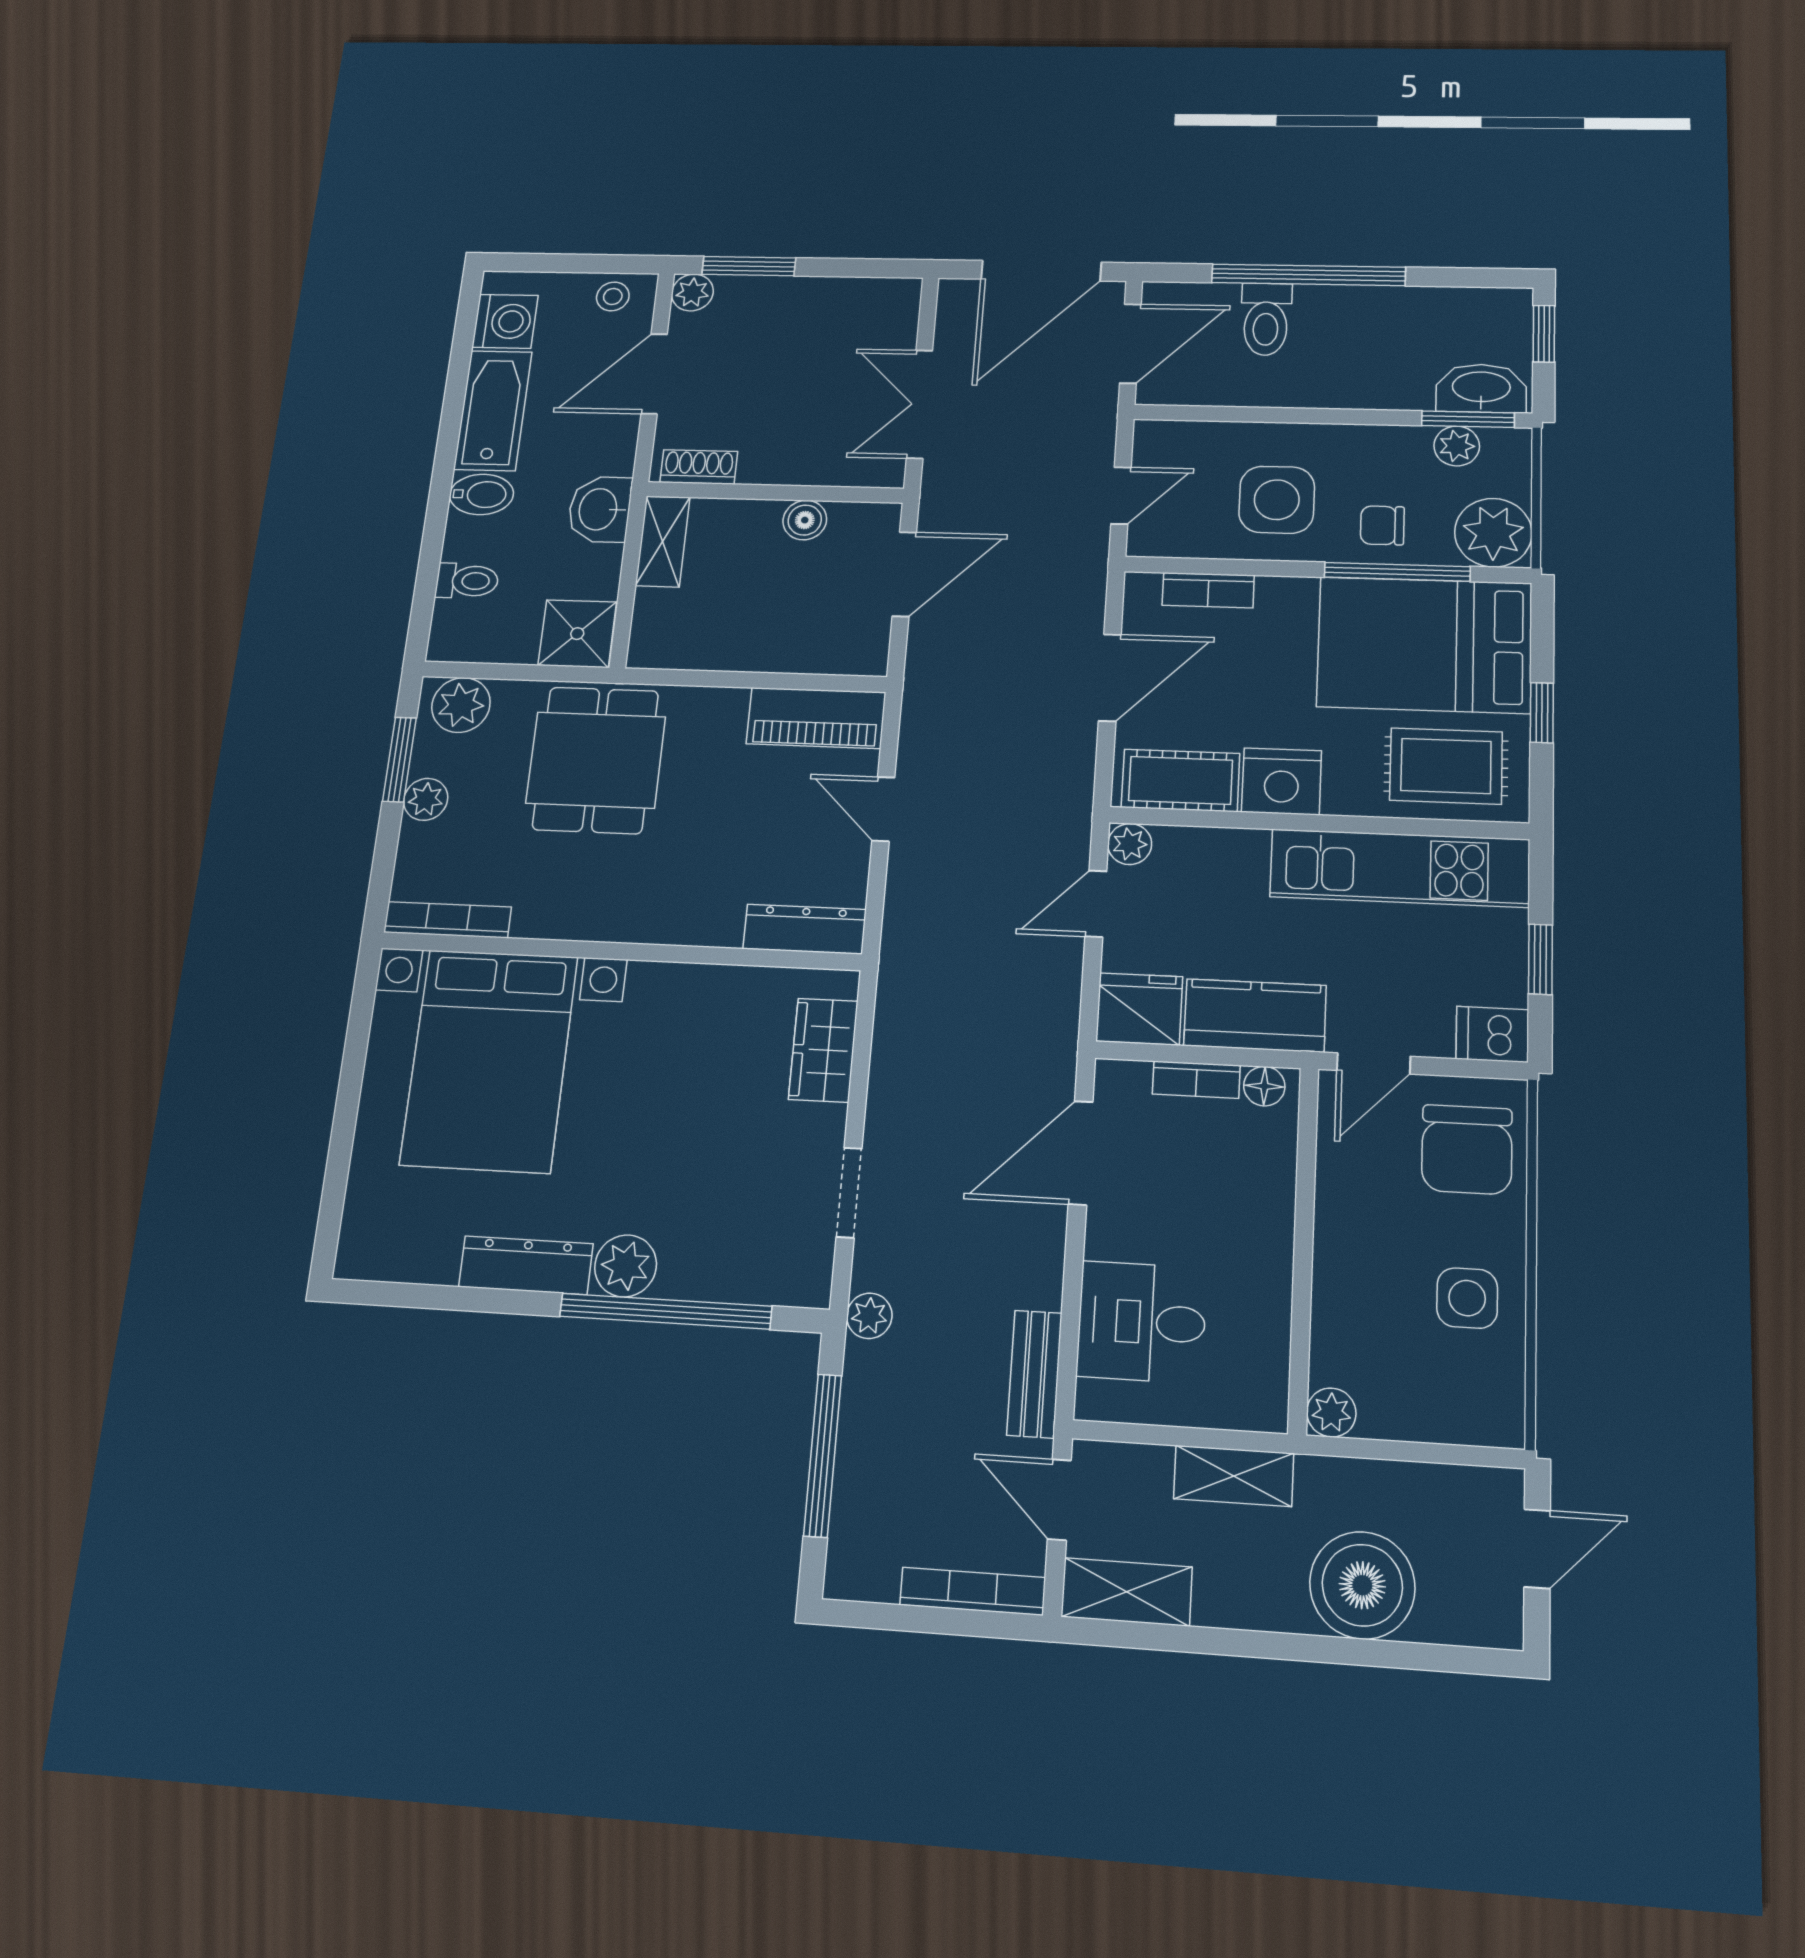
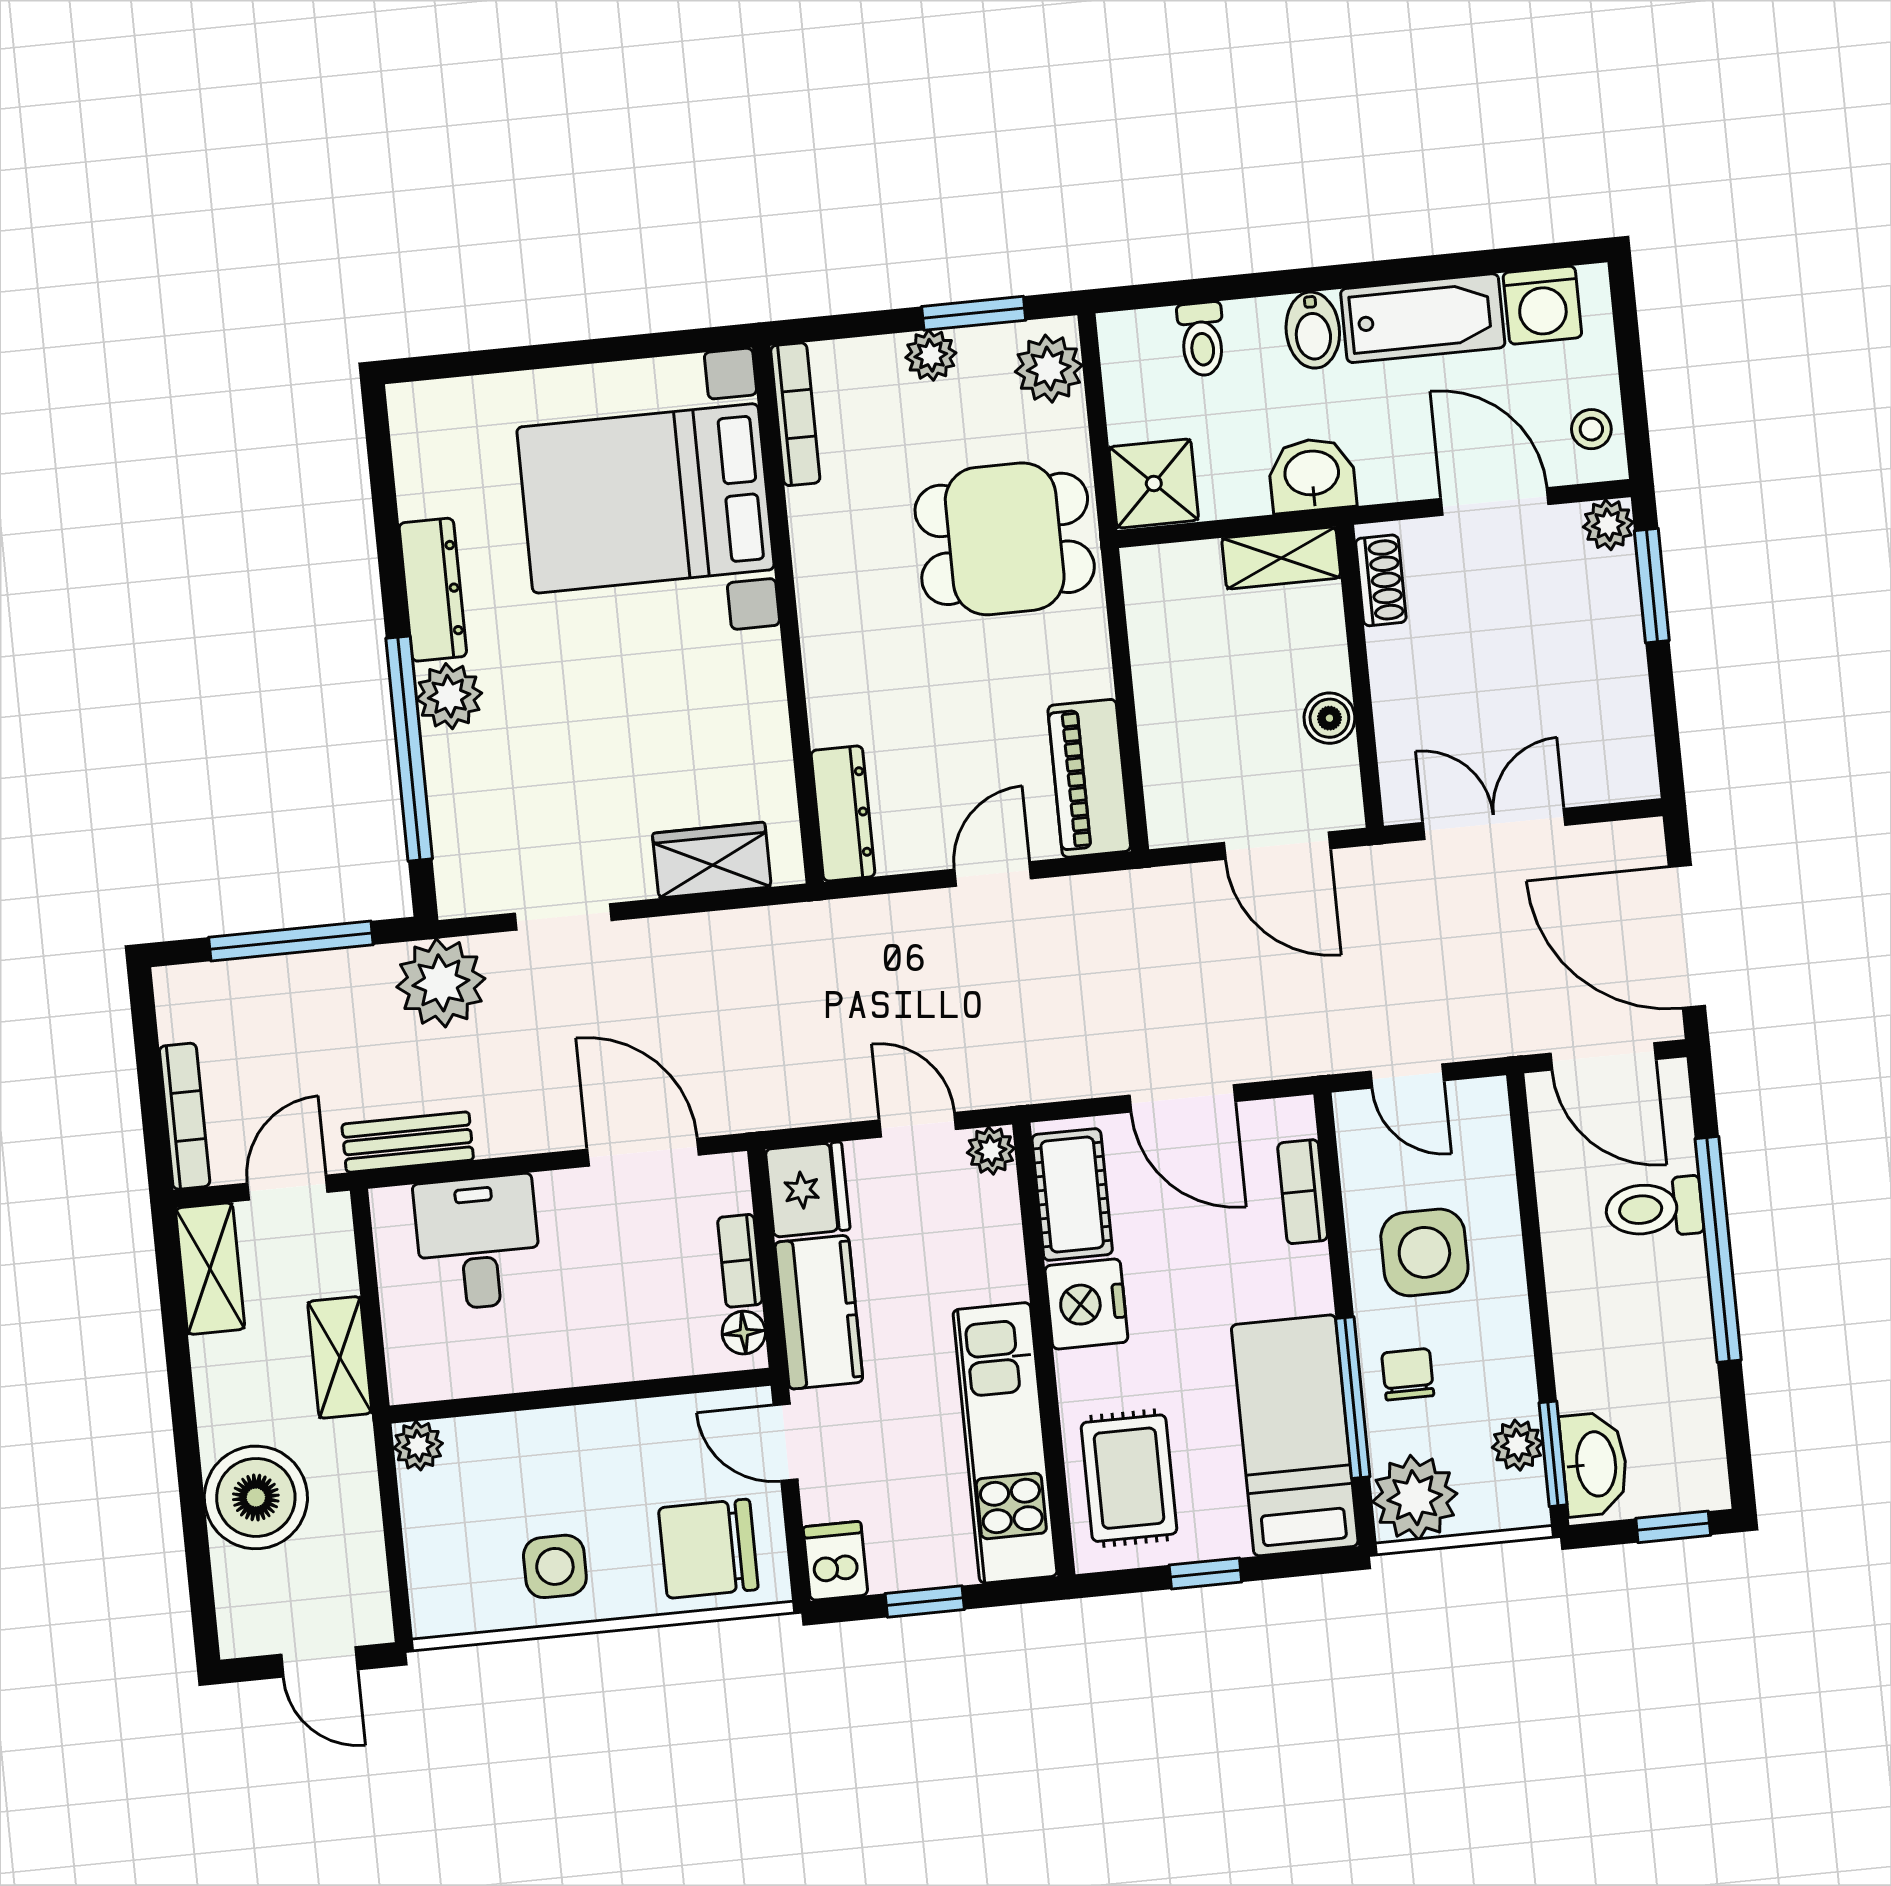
bed: (1424, 645) -> (1295, 1435), width x0.67
plant: (869, 1316) -> (441, 983), width x1.87, depth x1.87

